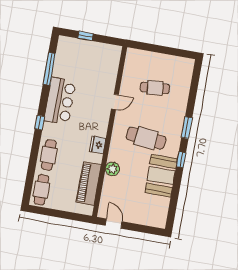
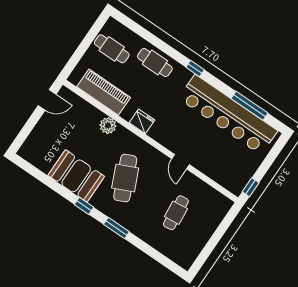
window: (86, 36) -> (251, 187), moved
bar counter: (60, 101) -> (228, 115), width x1.86
cafe table: (146, 138) -> (125, 178), turned -30
cafe table: (41, 190) -> (112, 49), moved

